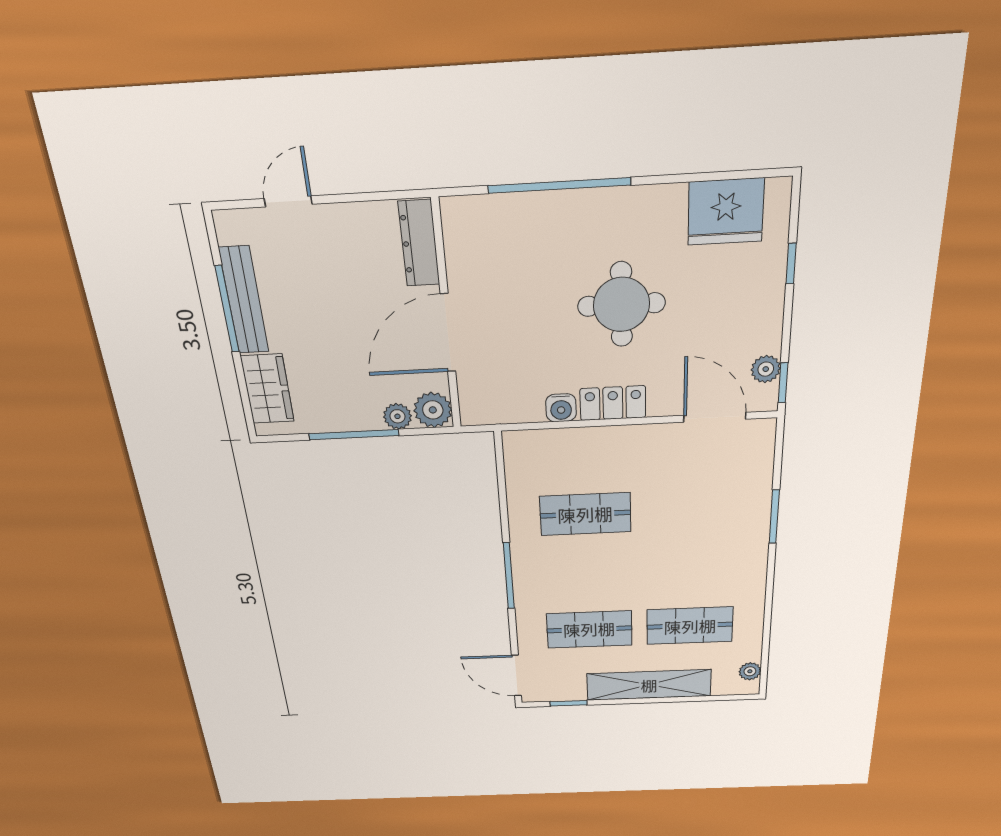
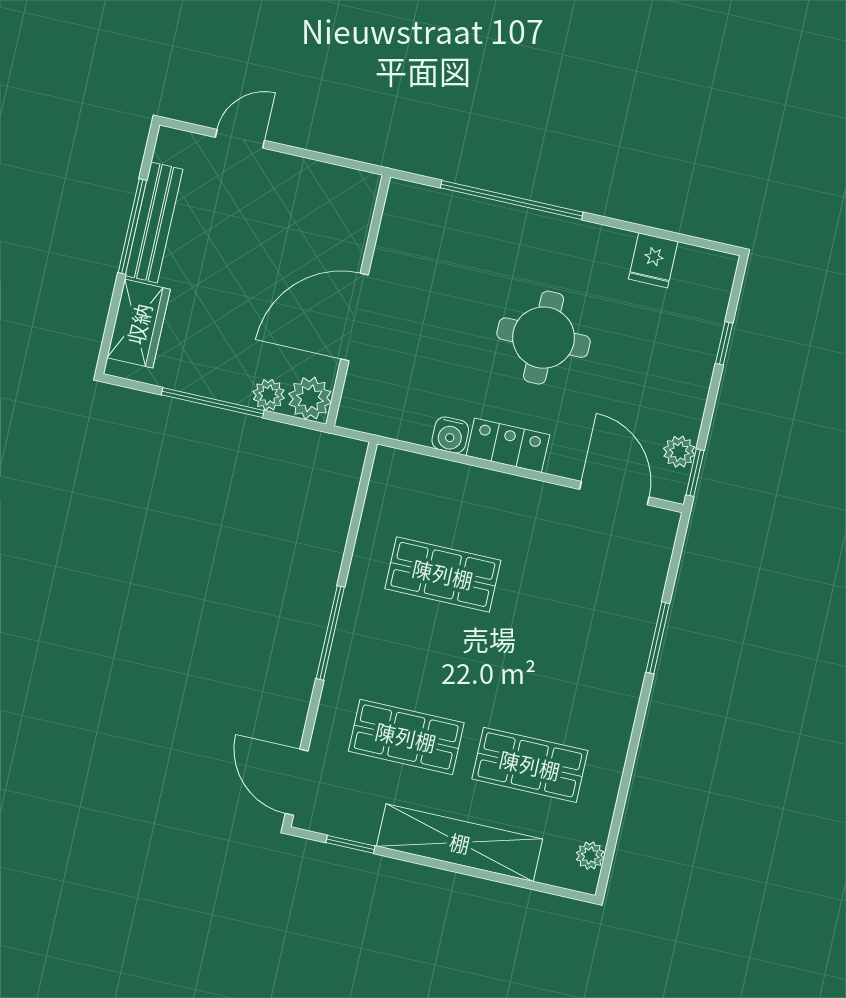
fridge: (726, 212) -> (653, 260), width x0.53, depth x0.75
dresser: (419, 243) -> (356, 216), removed

